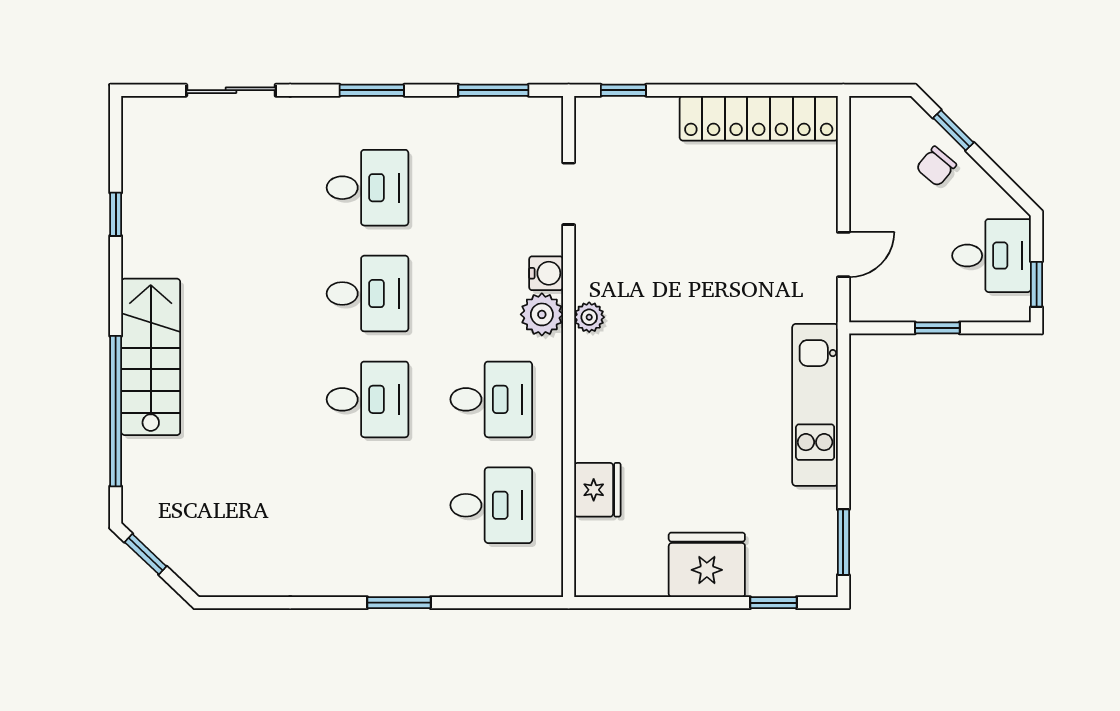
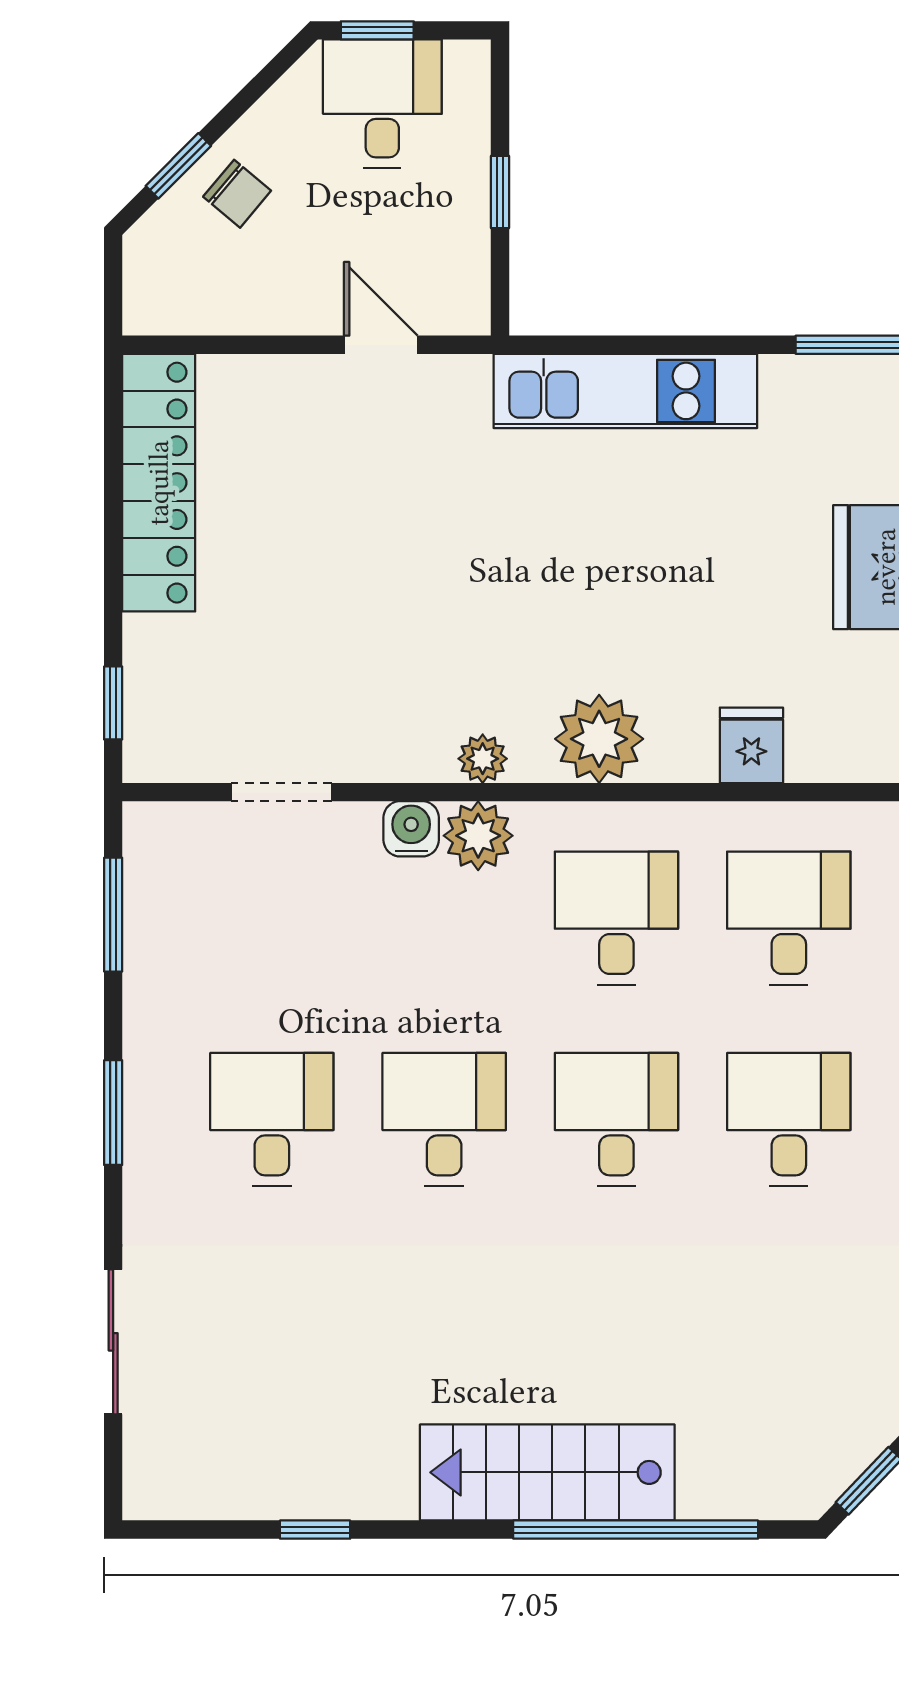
window: (1037, 284) -> (377, 30), moved
plant: (601, 389) -> (599, 739), added
fridge: (597, 490) -> (751, 745), width x0.72
desk: (368, 505) -> (789, 1119), added

